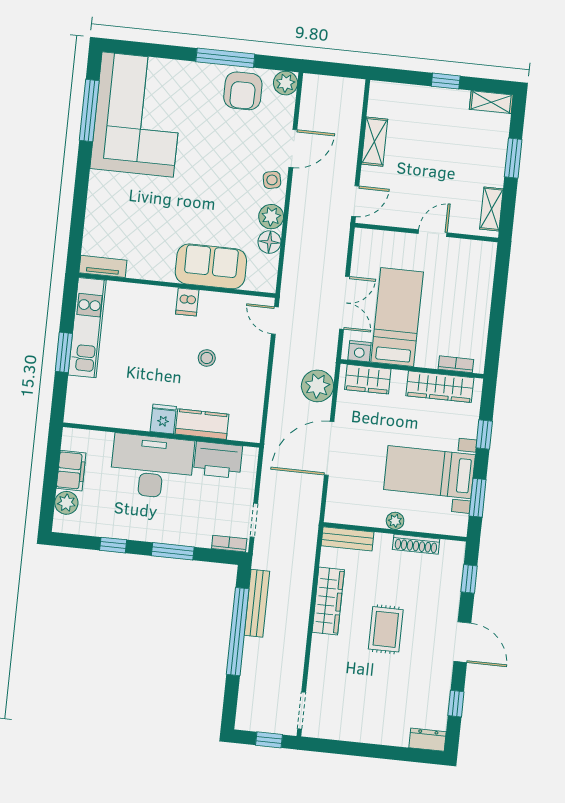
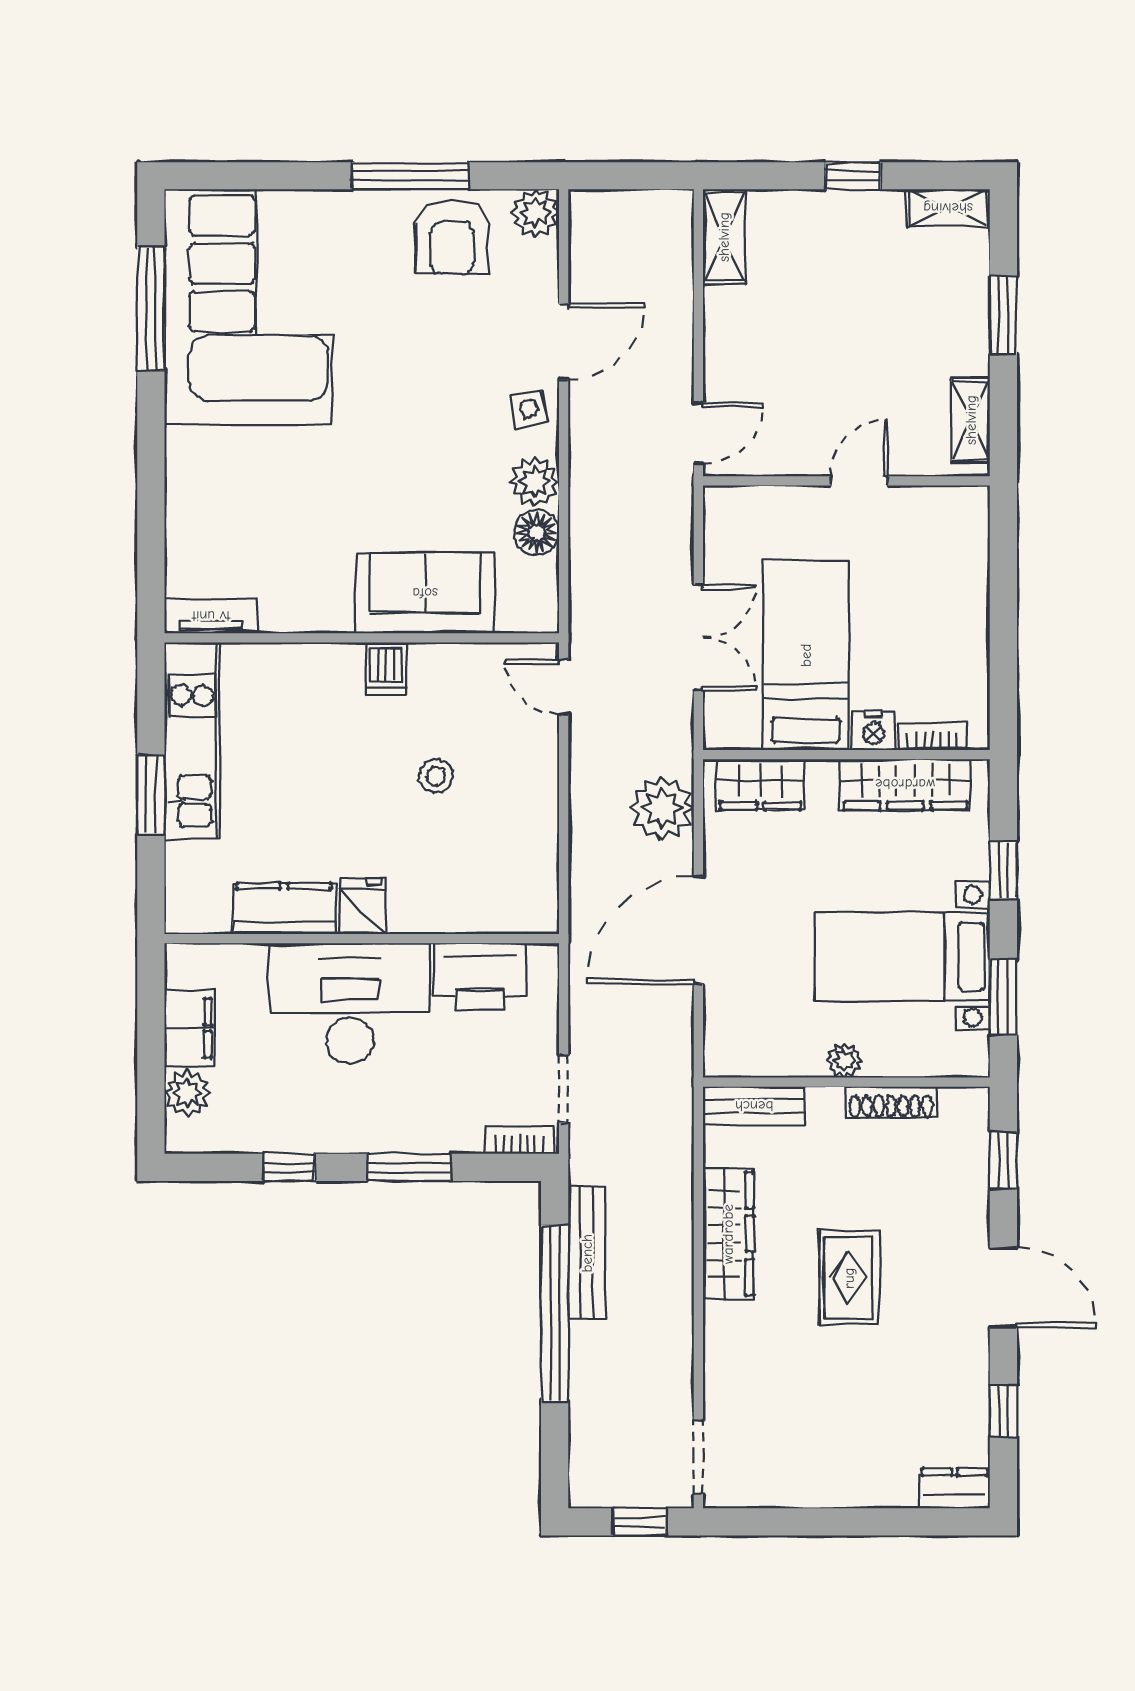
shelving: (374, 142) -> (724, 237), moved
nightstand: (359, 351) -> (874, 731), moved
kitchen counter: (202, 424) -> (284, 908), moved

